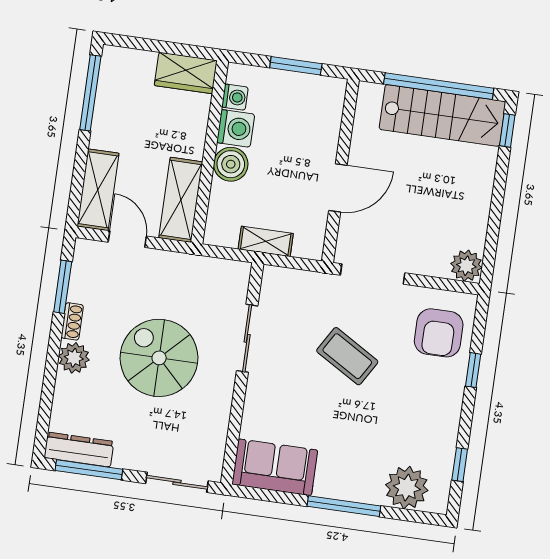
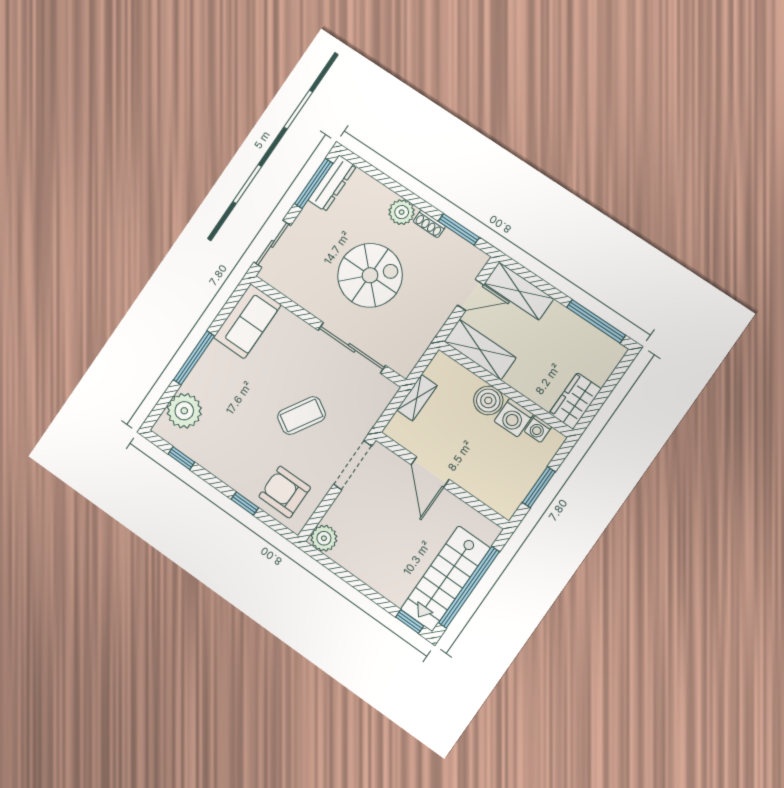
sliding door: (247, 338) -> (352, 348), width x1.37

